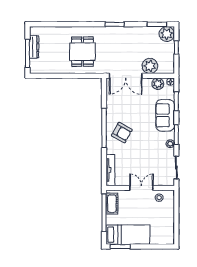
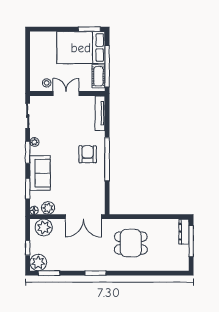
dresser: (34, 47) -> (184, 232), moved
dining table: (82, 52) -> (131, 243), turned 90
plant: (150, 66) -> (44, 227), moved
double door: (126, 76) -> (83, 217), swing flipped
armchair: (122, 133) -> (88, 154), turned 61
double door: (141, 188) -> (66, 94), swing flipped
bed: (128, 235) -> (81, 48), width x1.50

